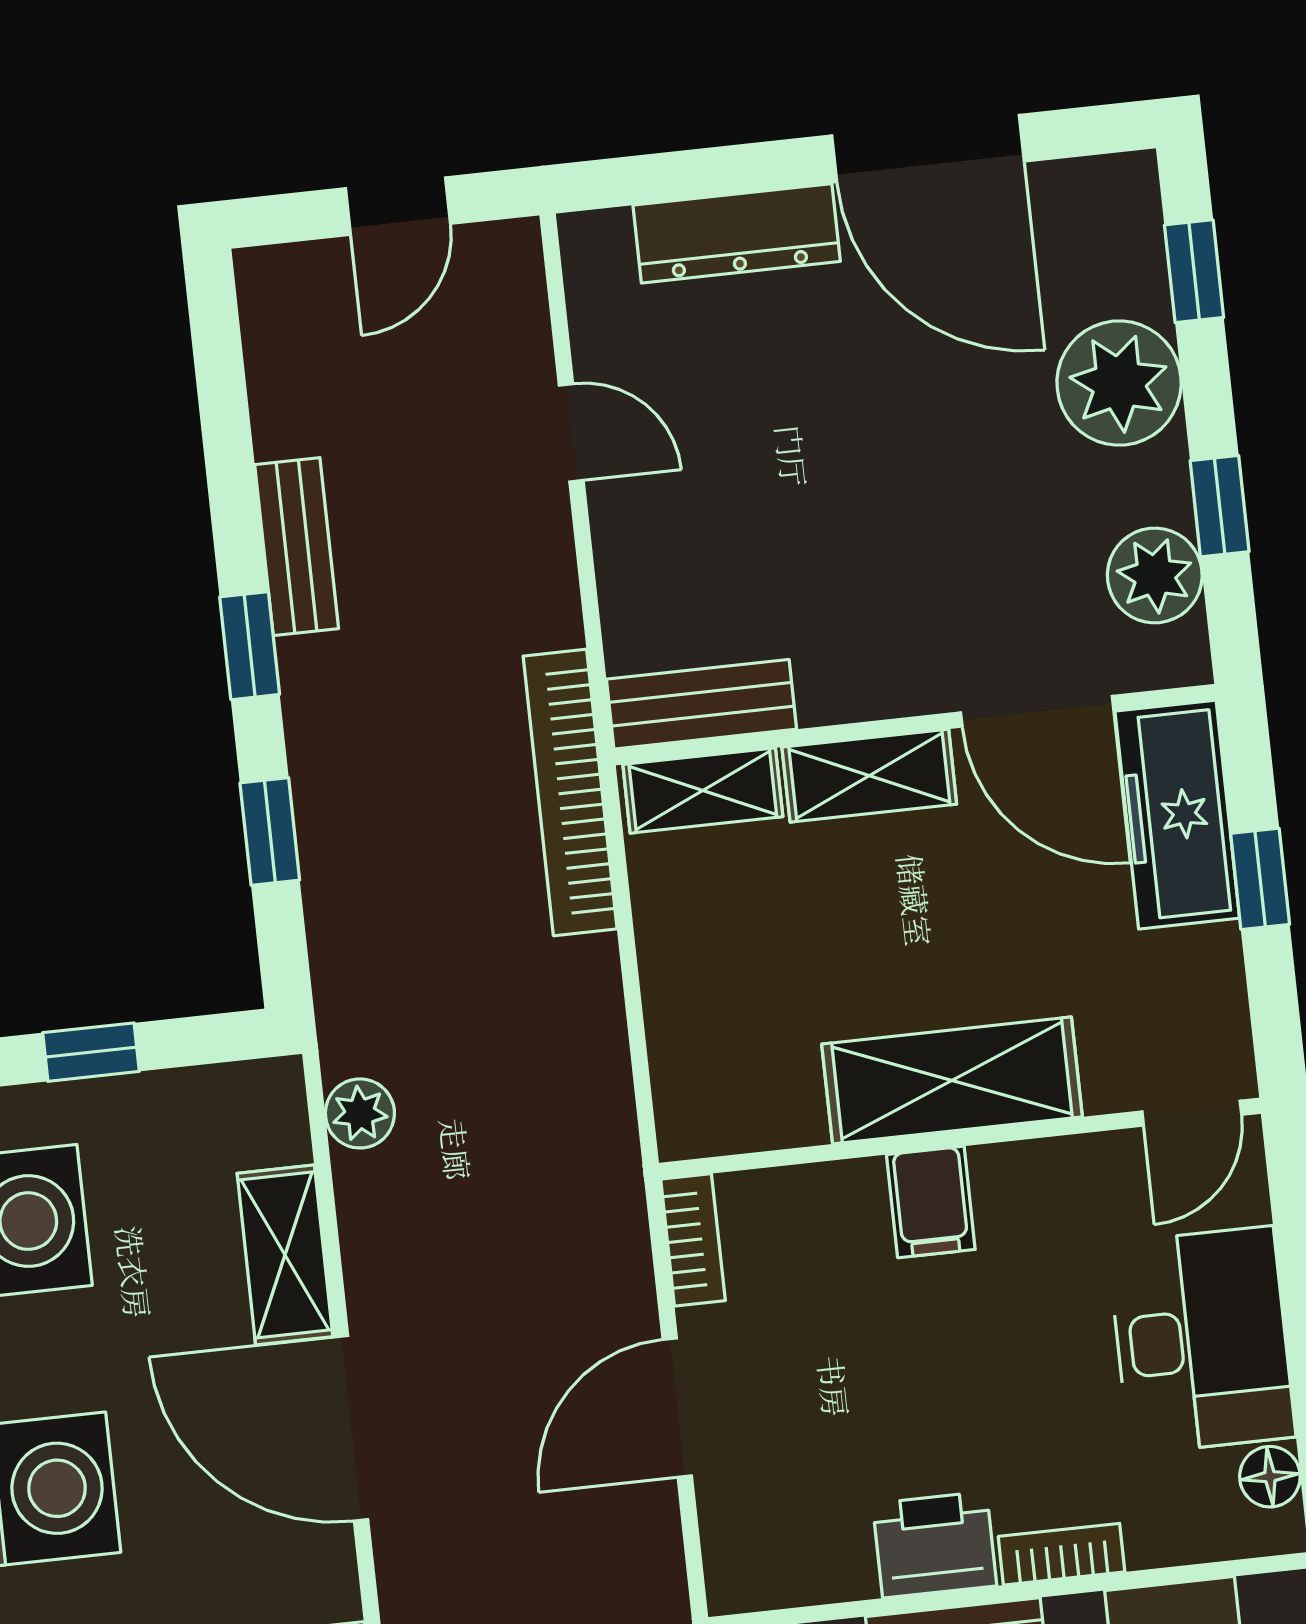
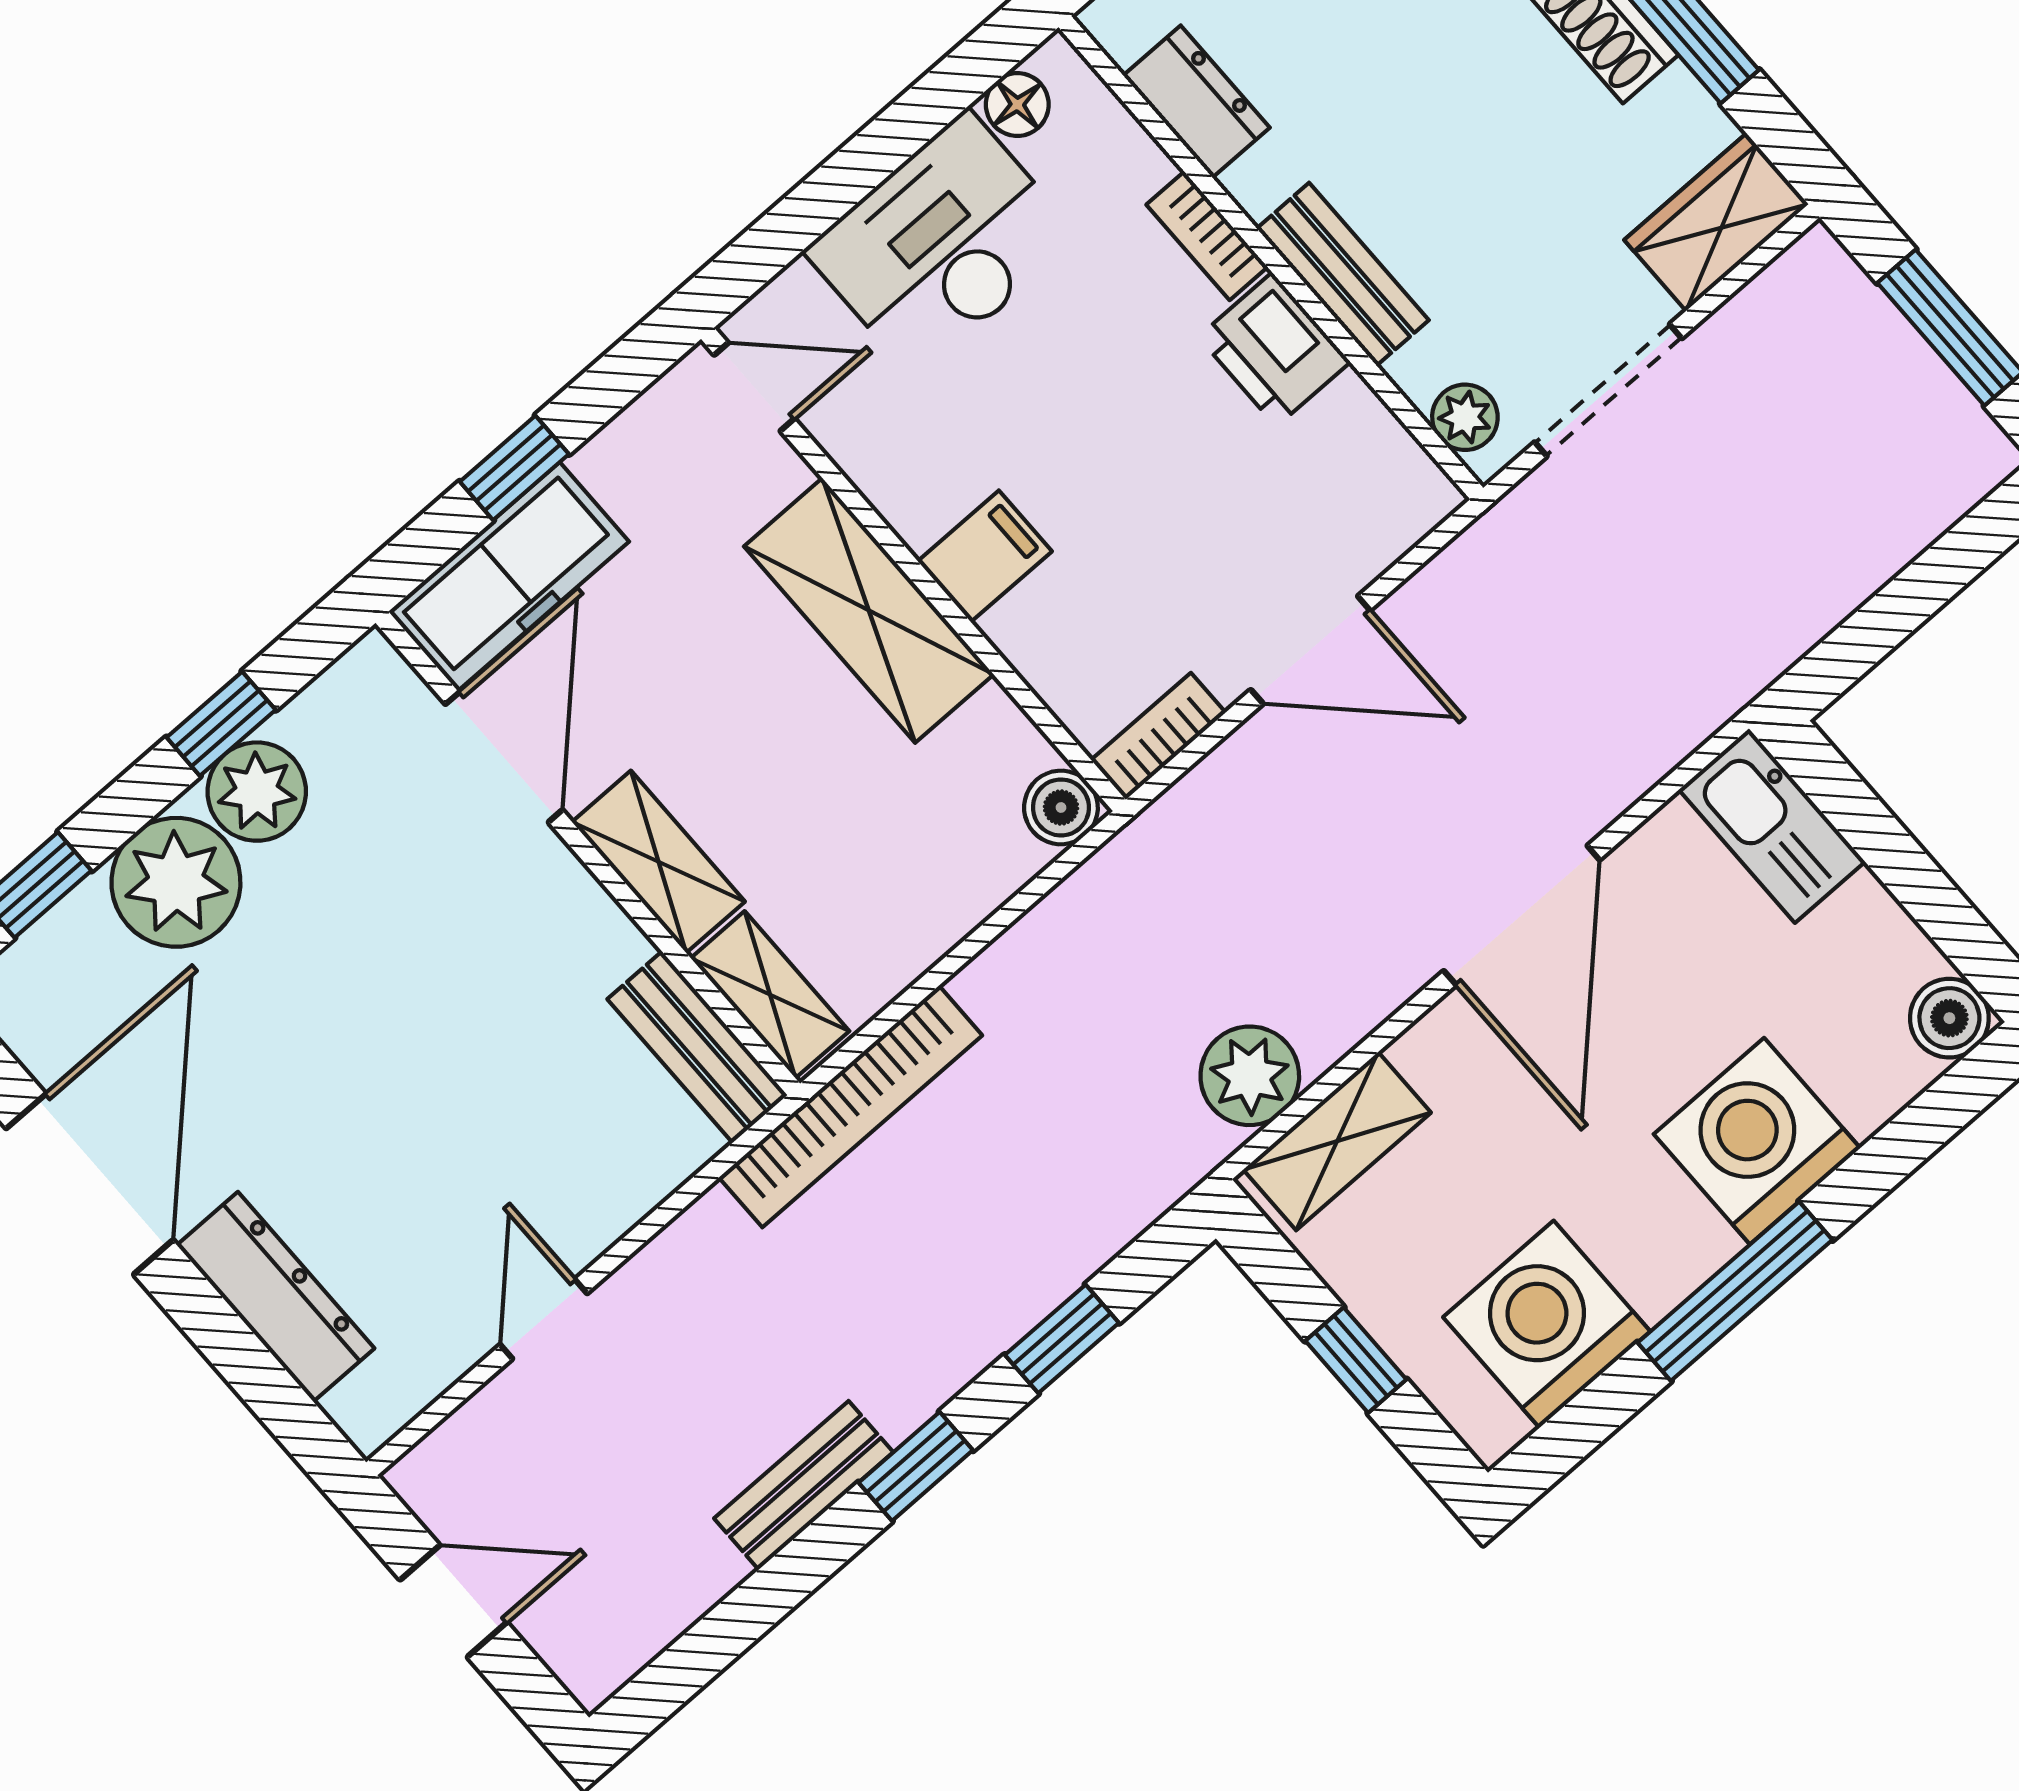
plant: (1155, 575) -> (257, 792), moved
plant: (360, 1113) -> (1250, 1076), width x1.38, depth x1.38
boiler: (690, 1124) -> (1061, 807), added
shelving: (285, 1255) -> (1337, 1141), moved

